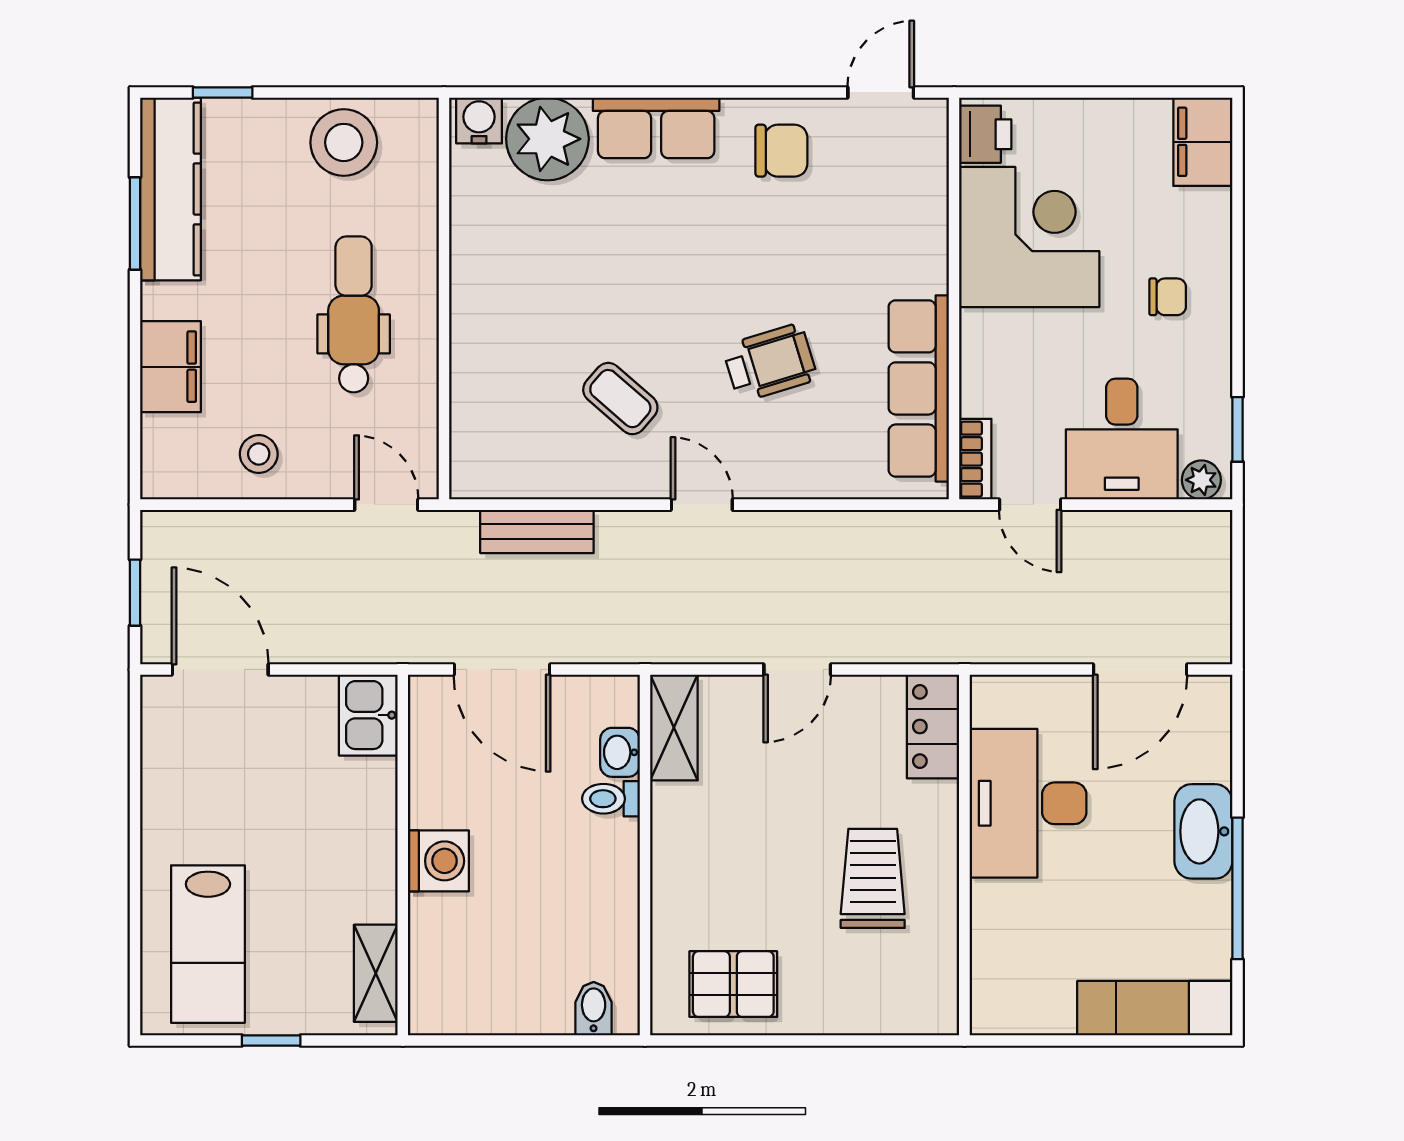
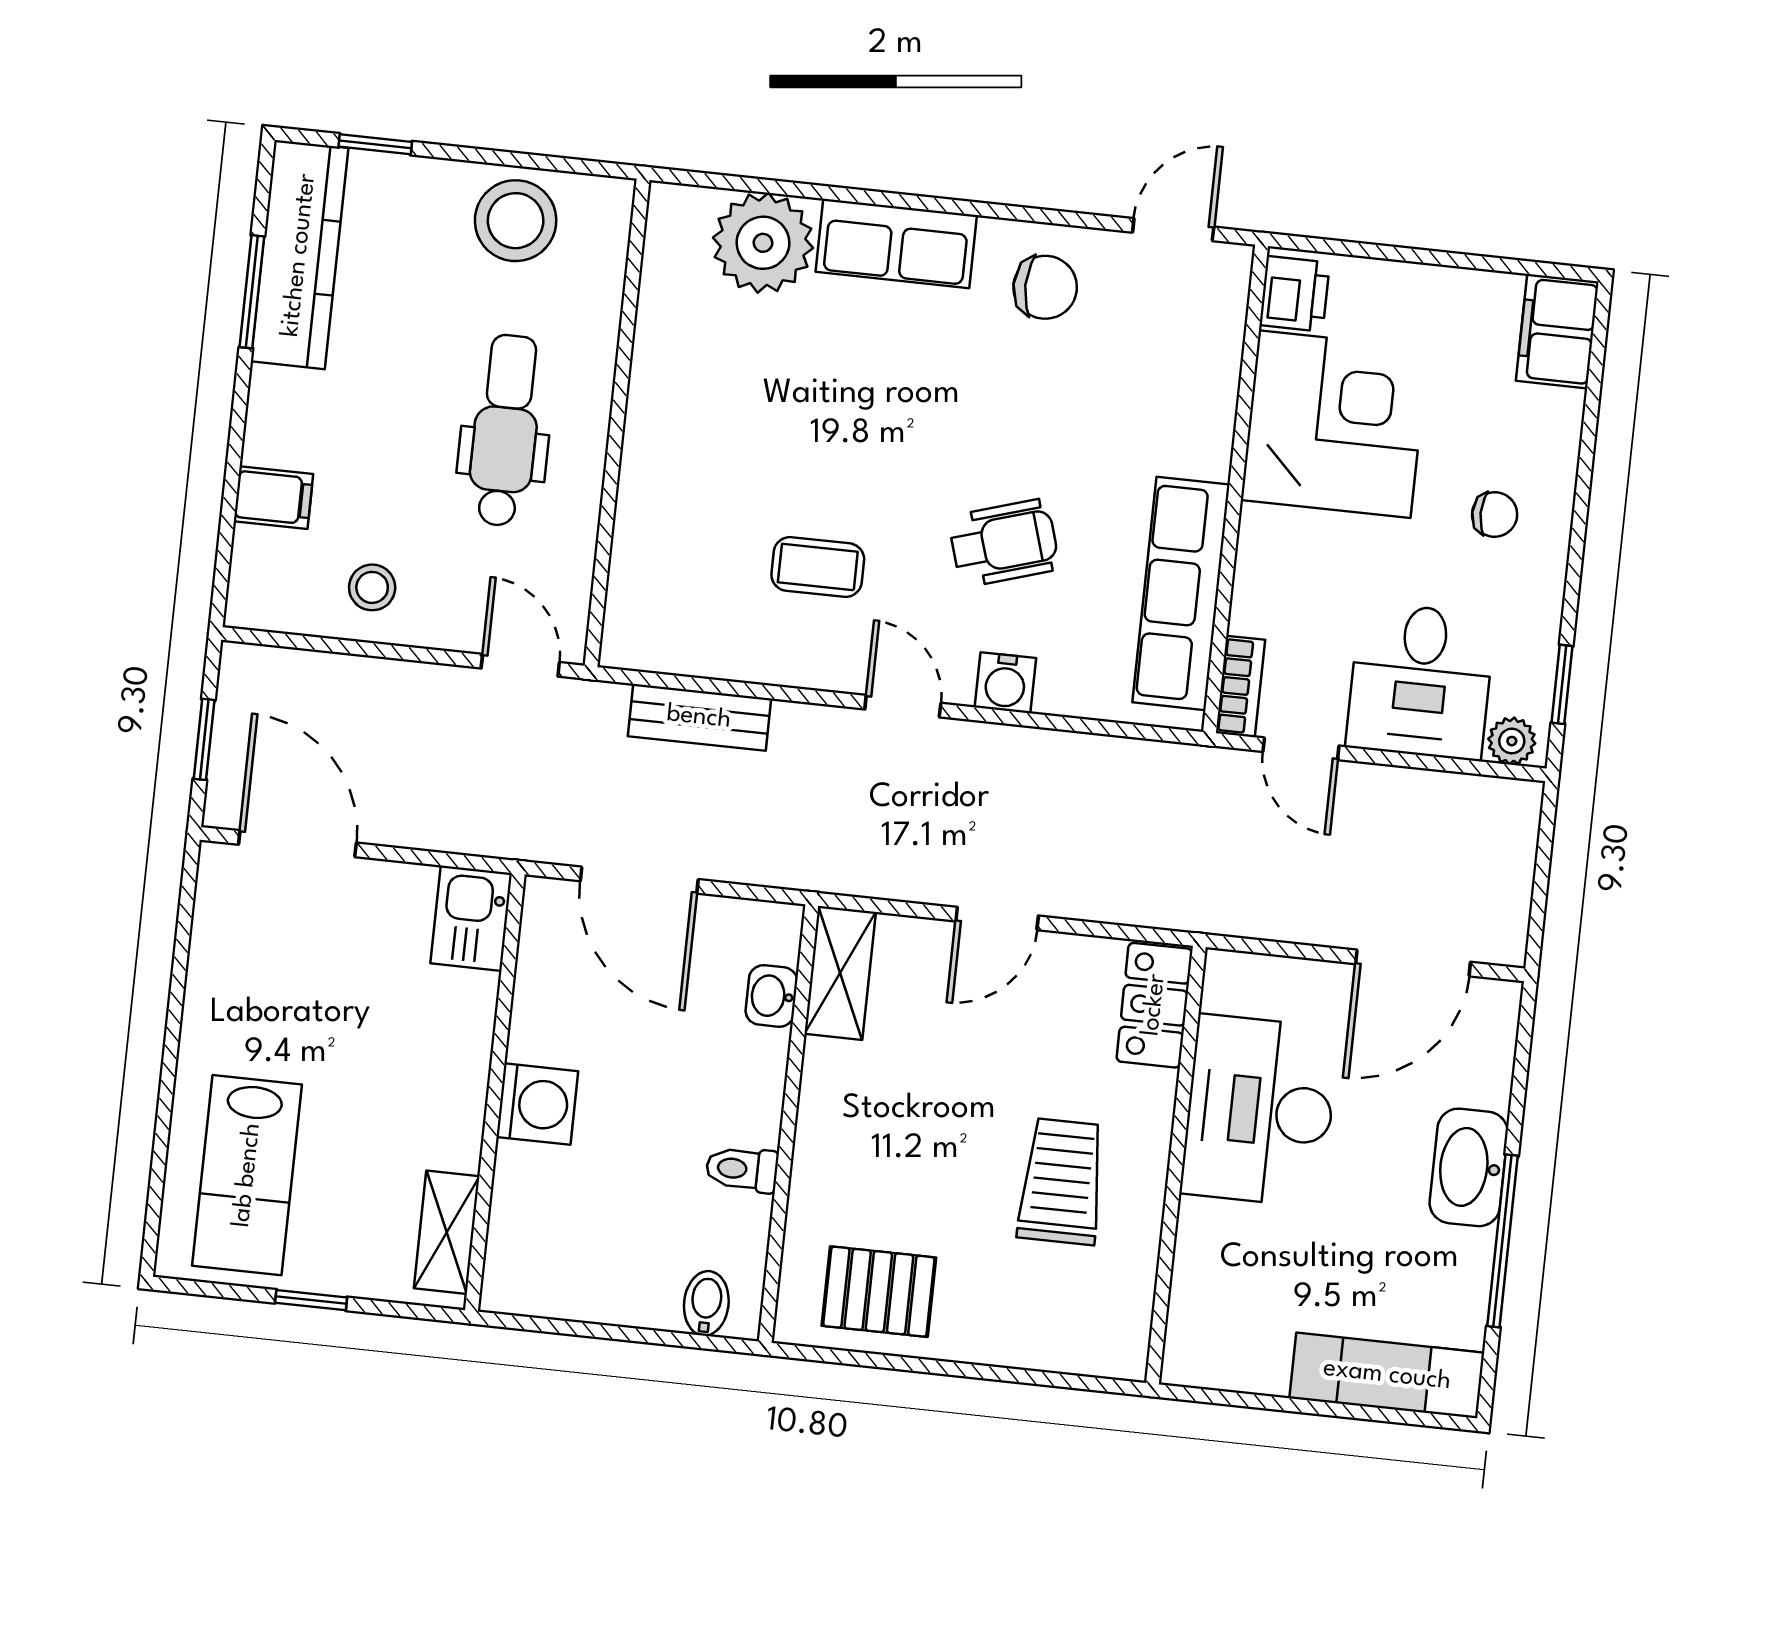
water cooler: (479, 121) -> (1005, 683), moved, turned 180
filing cabinet: (170, 367) -> (273, 498), width x0.50
coffee table: (620, 399) -> (818, 567), turned -41
toilet: (611, 799) -> (742, 1169), moved

